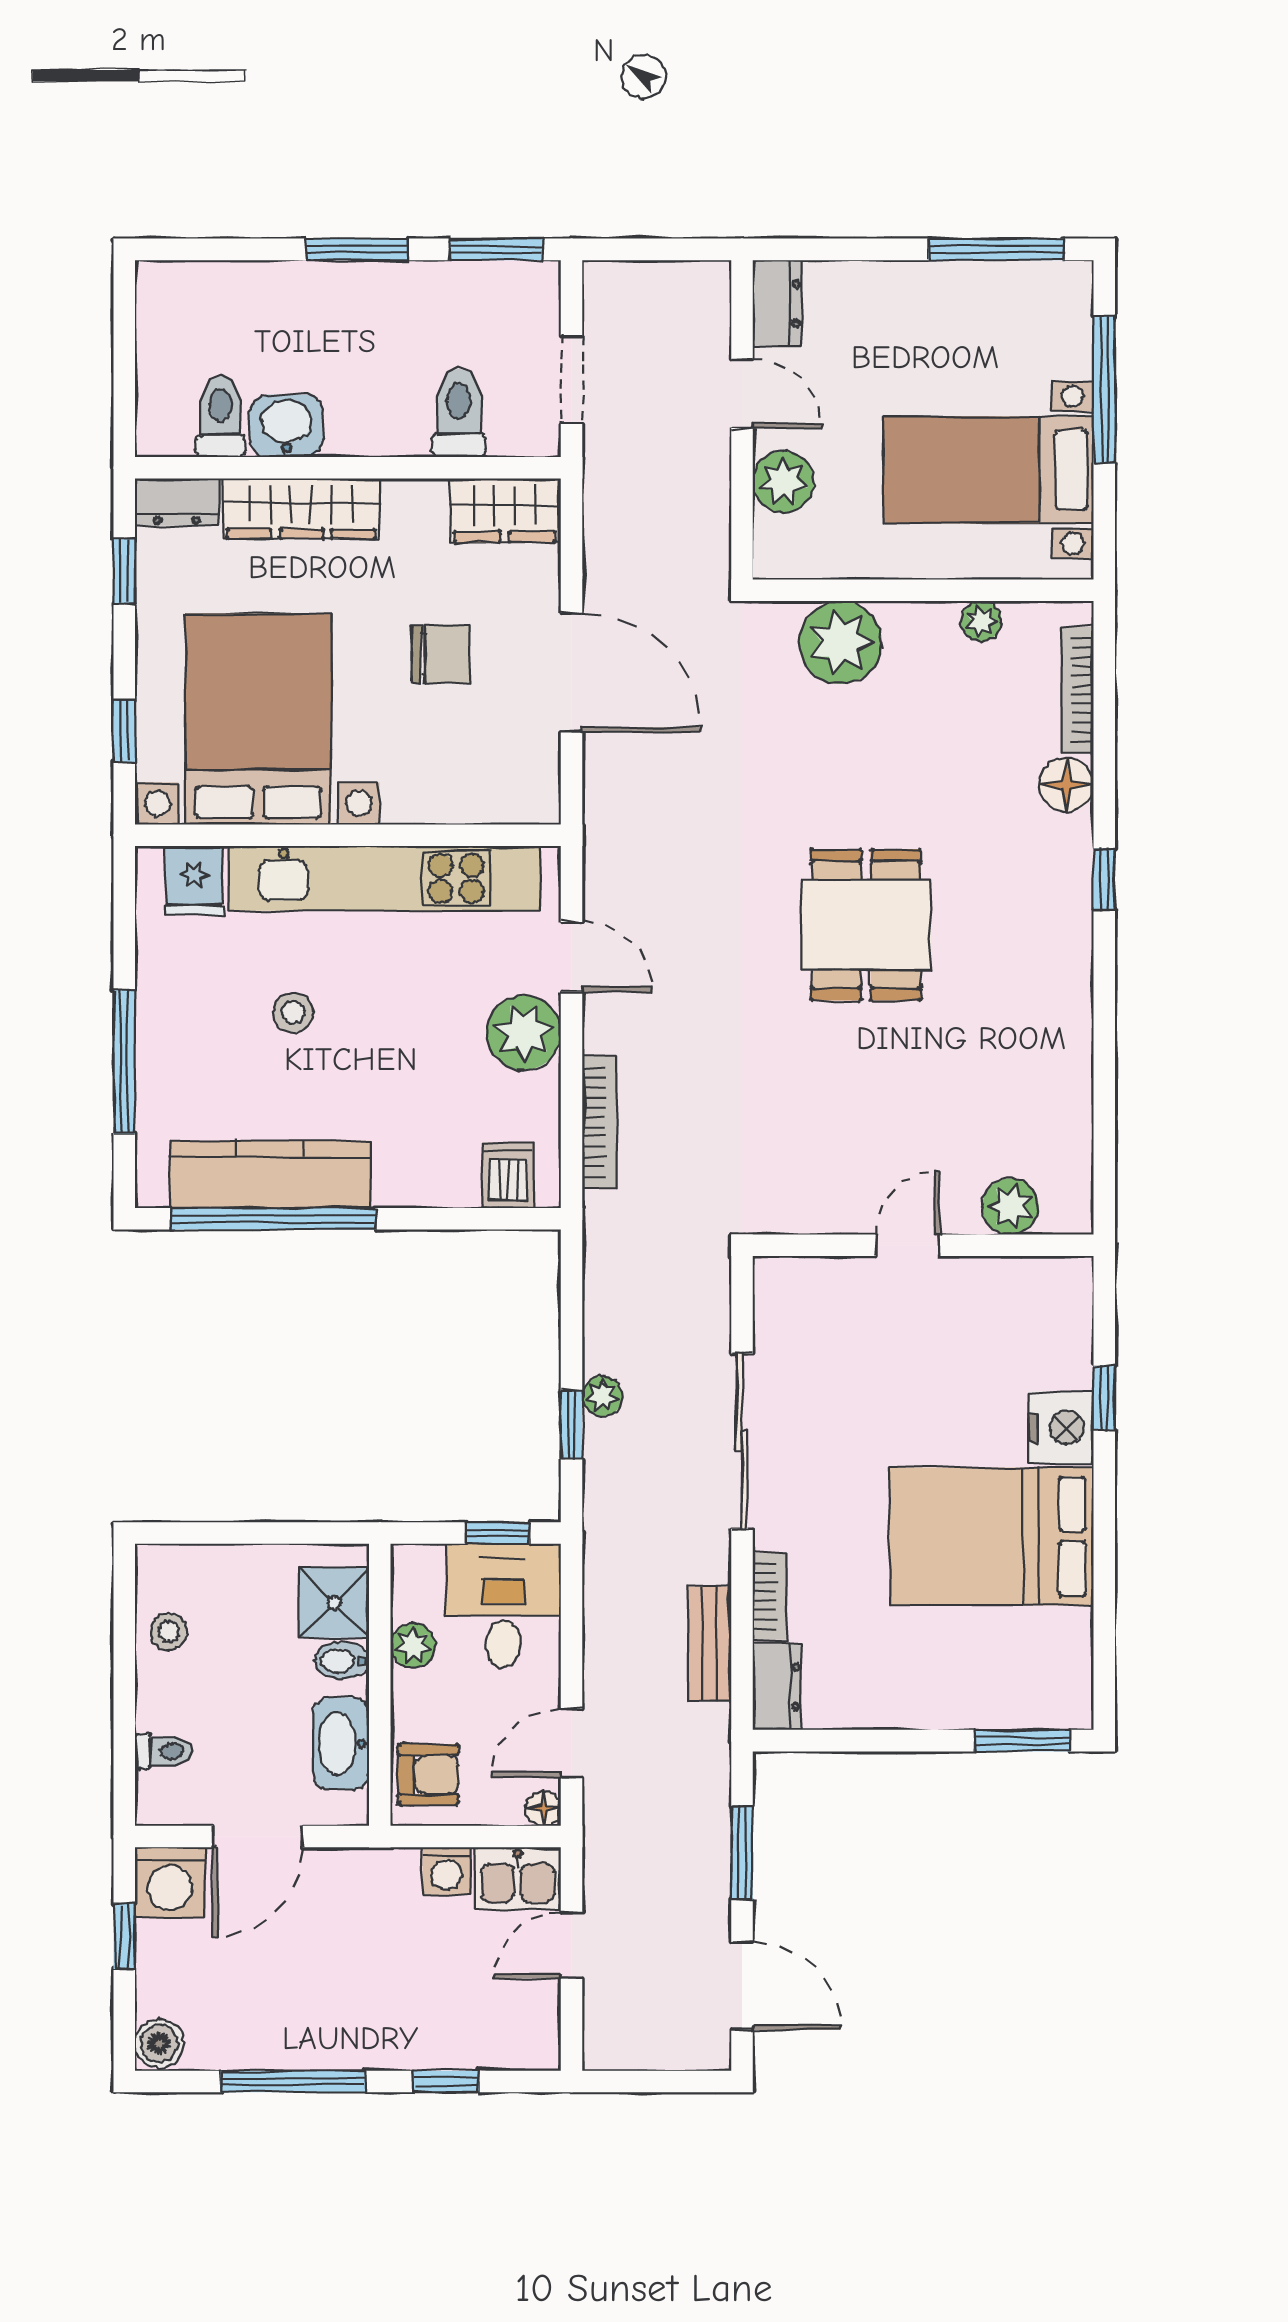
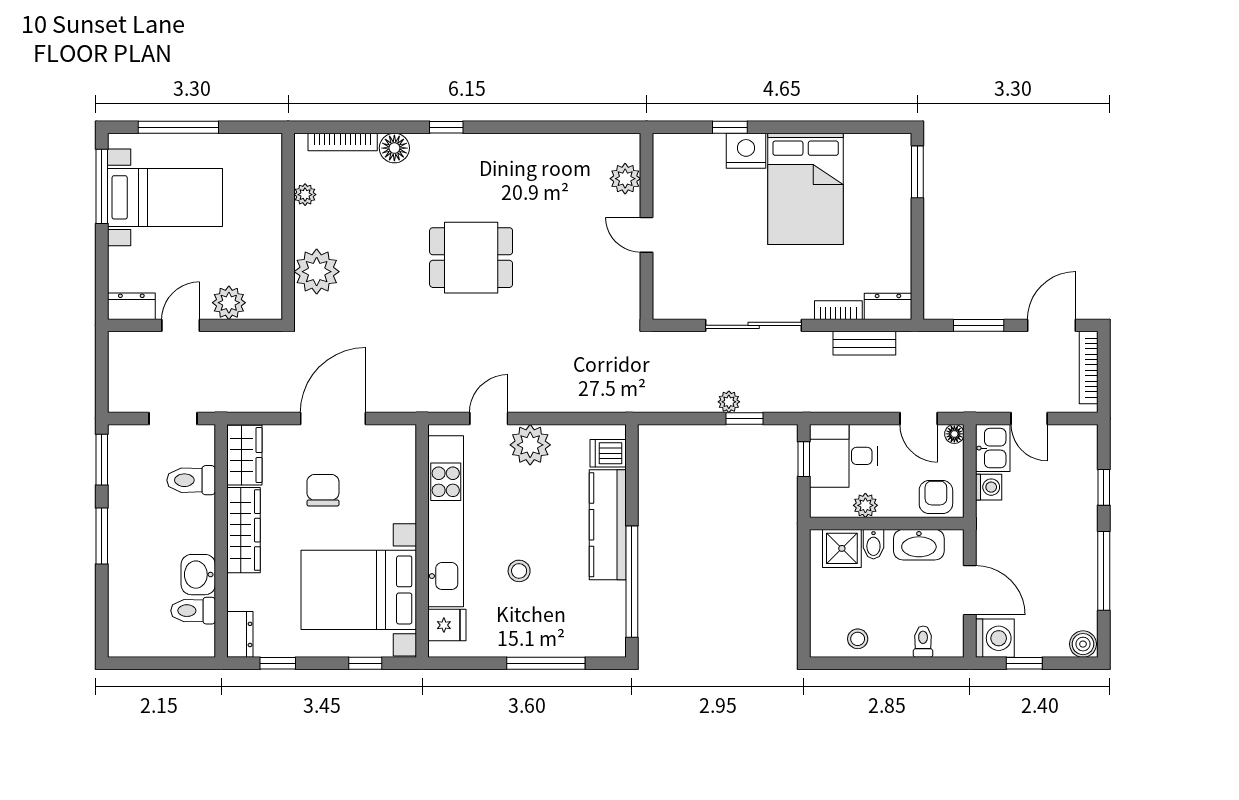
bed with nightstands: (989, 470) -> (165, 197), moved, turned -90
wardrobe: (301, 509) -> (244, 530), moved
bookcase: (599, 1122) -> (1089, 368), moved, turned -90
kitchen counter: (270, 1174) -> (608, 525), moved

